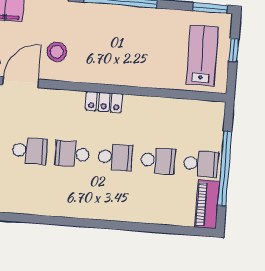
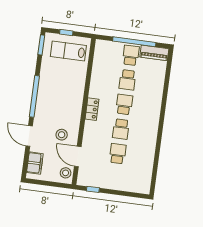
school desk: (158, 160) -> (127, 80), turned 180

